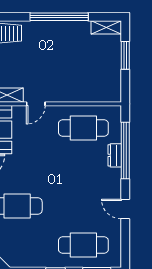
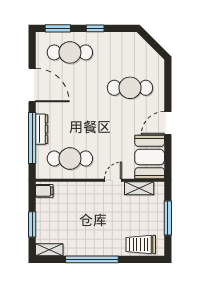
filing cabinet: (112, 92) -> (44, 191), added
dresser: (115, 155) -> (42, 129), width x1.44
door: (125, 209) -> (32, 85), width x1.88

